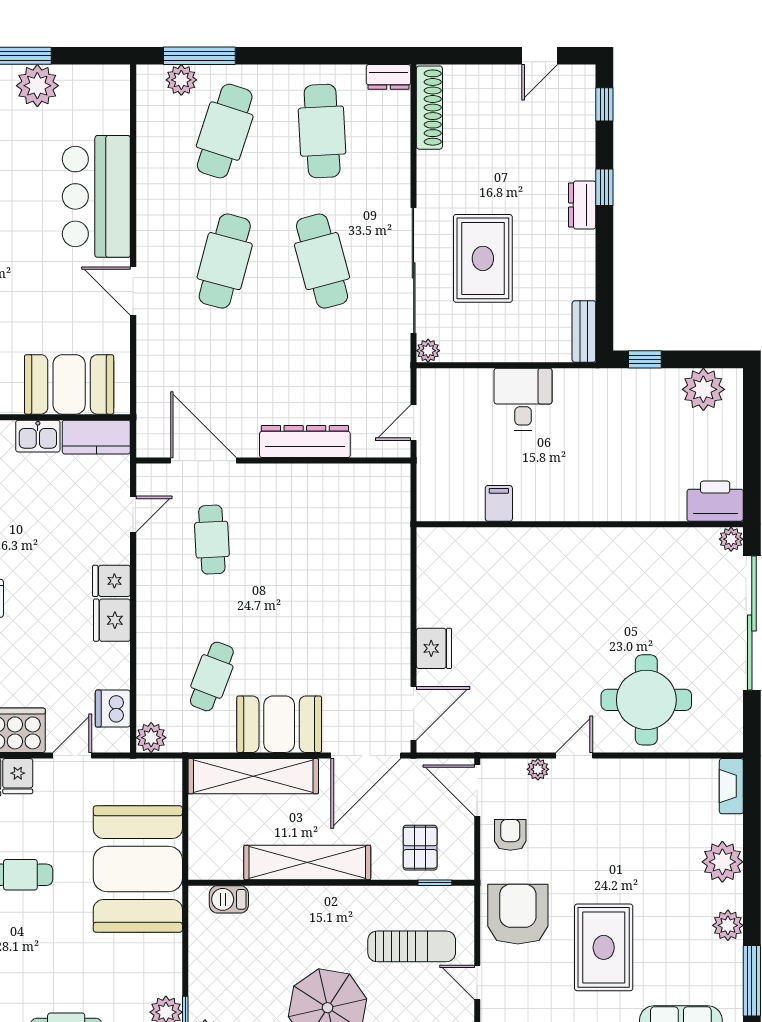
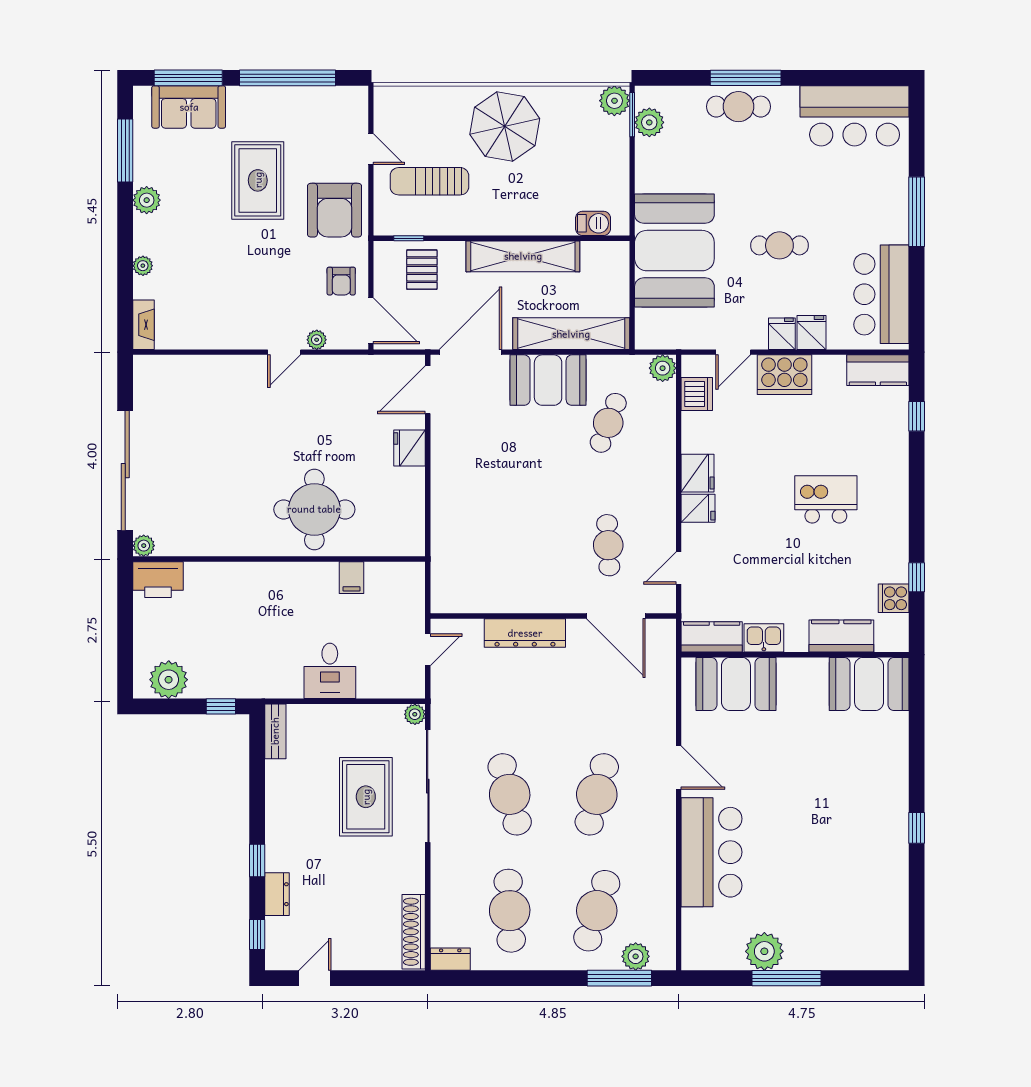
dresser: (582, 205) -> (277, 894), moved
round table: (646, 700) -> (314, 509), moved
plant: (722, 862) -> (143, 266), width x0.53, depth x0.53

